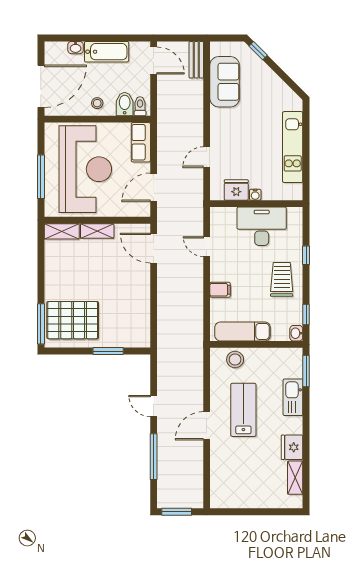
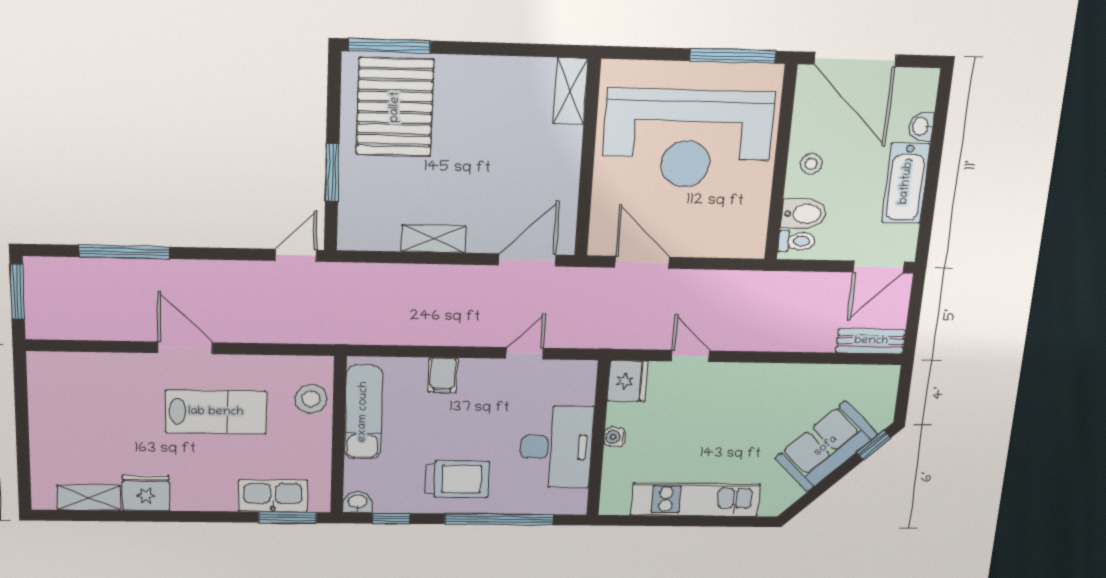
sofa: (225, 82) -> (826, 446), moved, turned 135
row of seats: (141, 142) -> (729, 241), removed
window: (41, 177) -> (733, 56), moved
fridge: (236, 190) -> (628, 381), moved
shelving: (97, 231) -> (434, 239), moved, turned 90
window: (306, 255) -> (499, 519), width x3.17
kitchen sink: (293, 397) -> (273, 496), moved
door: (154, 406) -> (296, 255), moved

